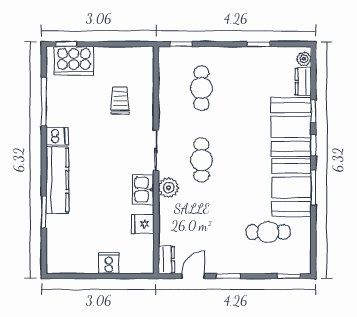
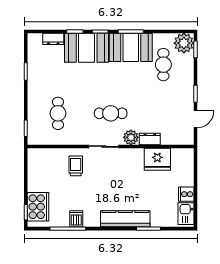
plant: (304, 59) -> (184, 43), moved, width x1.88, depth x1.88
cafe table: (201, 88) -> (58, 113), turned 90
trolley: (120, 101) -> (76, 166), moved, turned 90
dishwasher: (57, 136) -> (76, 219), moved
kitchen sink: (143, 189) -> (186, 214), moved, turned 90
fridge: (143, 224) -> (157, 159), width x1.88, depth x1.34
dresser: (166, 260) -> (150, 139), moved
cooker: (109, 263) -> (186, 194), moved
door: (193, 276) -> (196, 119), swing flipped

